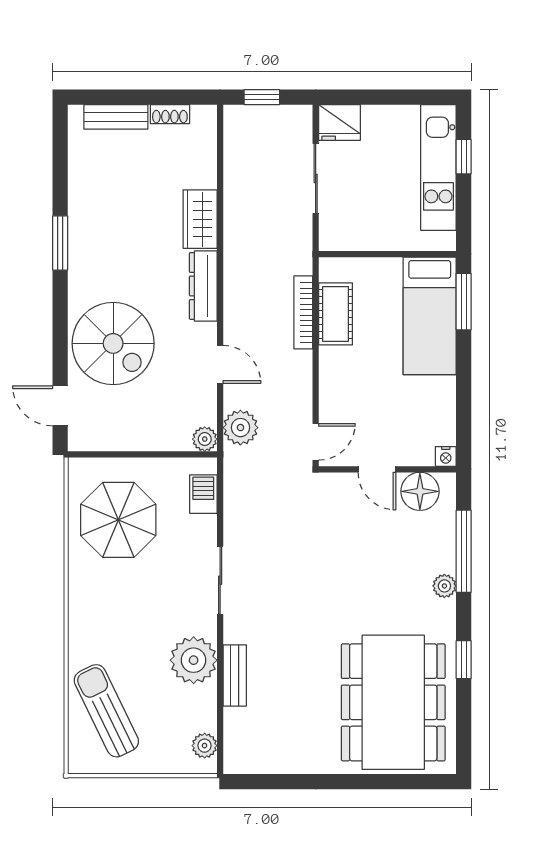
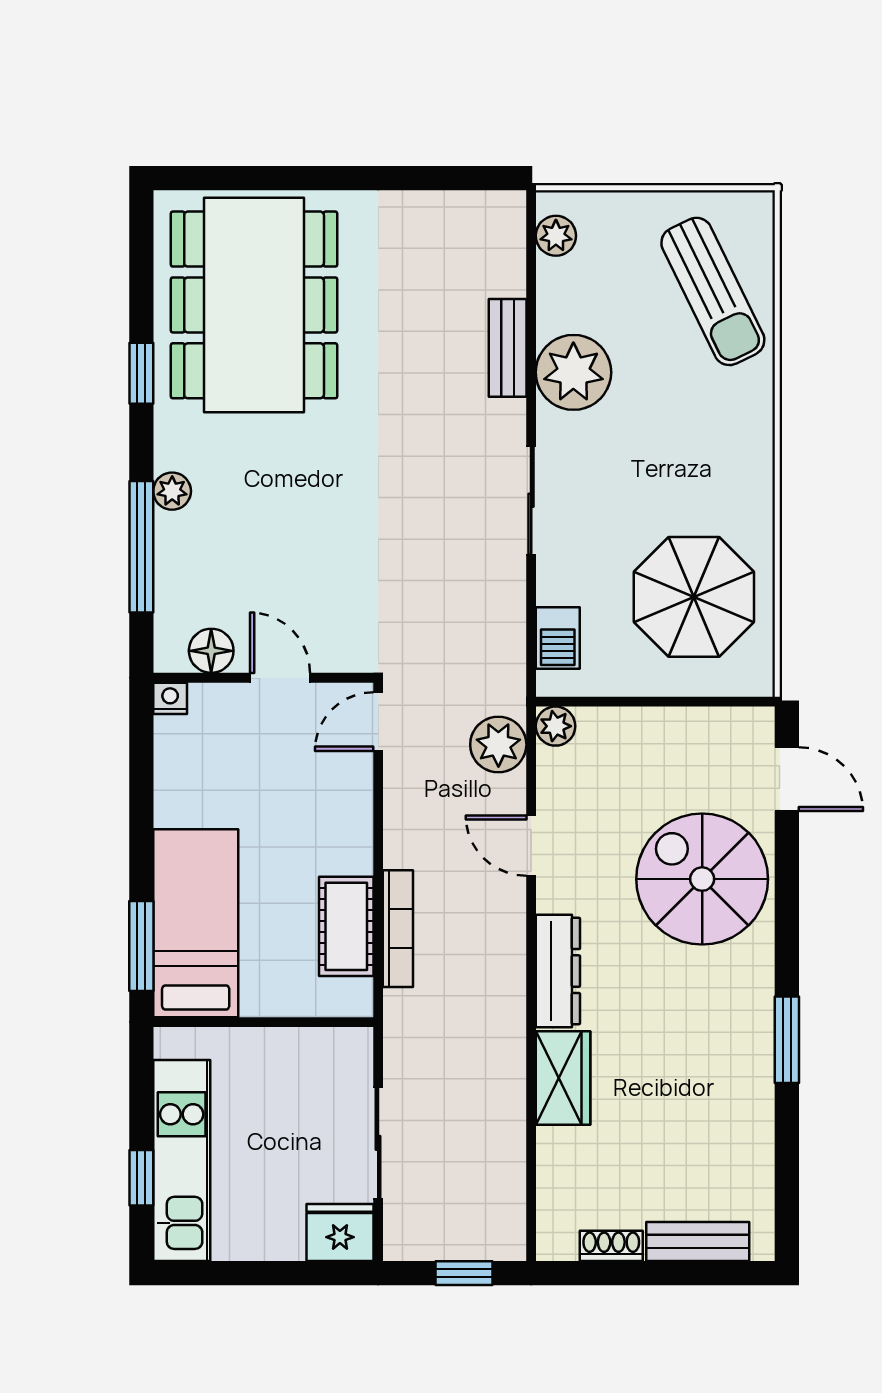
floor lamp: (420, 491) -> (211, 651), width x0.73, depth x0.73

